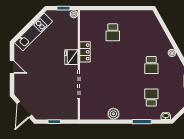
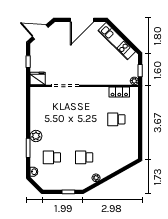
locker: (85, 52) -> (119, 92), moved
fridge: (71, 57) -> (38, 78), moved
door: (12, 67) -> (82, 20), width x1.88
school desk: (151, 98) -> (52, 157), turned 180
plant: (113, 114) -> (36, 136), moved

